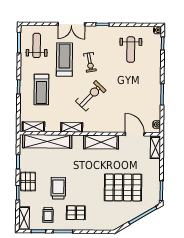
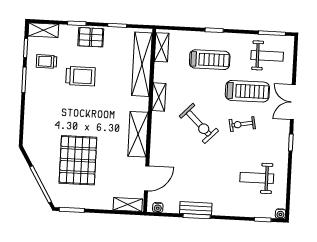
treadmill: (41, 89) -> (210, 60), turned 180
bench: (156, 95) -> (196, 208), added
pallet: (76, 213) -> (48, 98), removed

